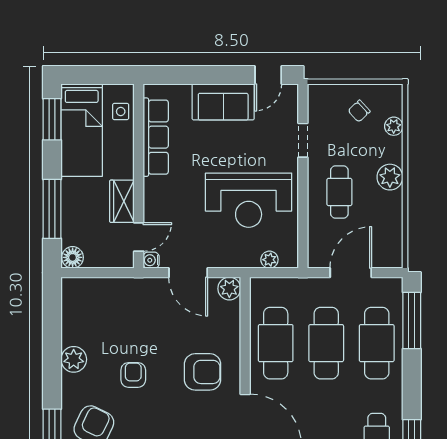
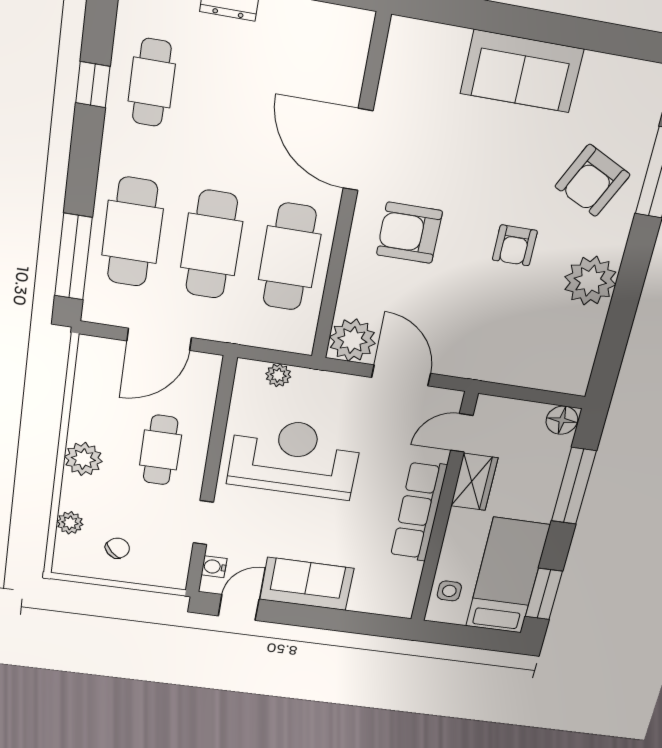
row of seats: (156, 137) -> (419, 511), moved
water cooler: (151, 260) -> (214, 567), moved, turned 180
plant: (229, 289) -> (352, 340), width x1.36, depth x1.36
plant: (74, 359) -> (590, 281), width x1.36, depth x1.36

